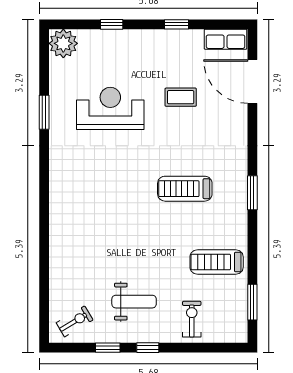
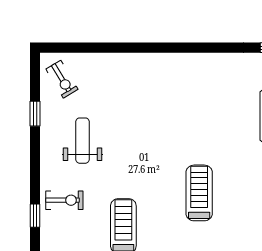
weight bench: (134, 302) -> (83, 141), turned 180
window: (148, 348) -> (35, 216), moved

